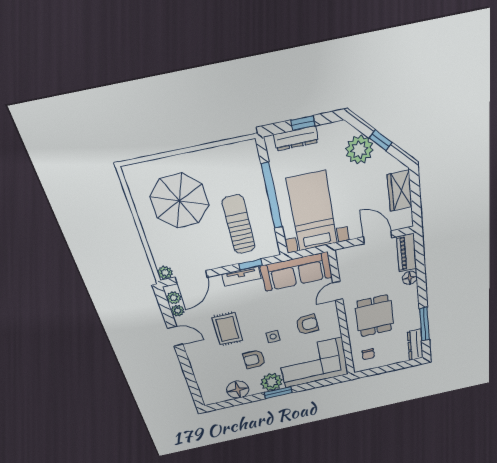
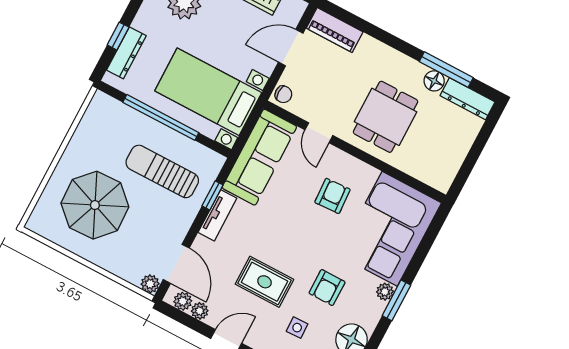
floor lamp: (410, 278) -> (434, 81), moved
dining table: (374, 316) -> (386, 117), turned 90
side table: (273, 337) -> (297, 328), moved
chair: (368, 354) -> (283, 94), moved
plant: (272, 382) -> (385, 292), width x0.53, depth x0.53

